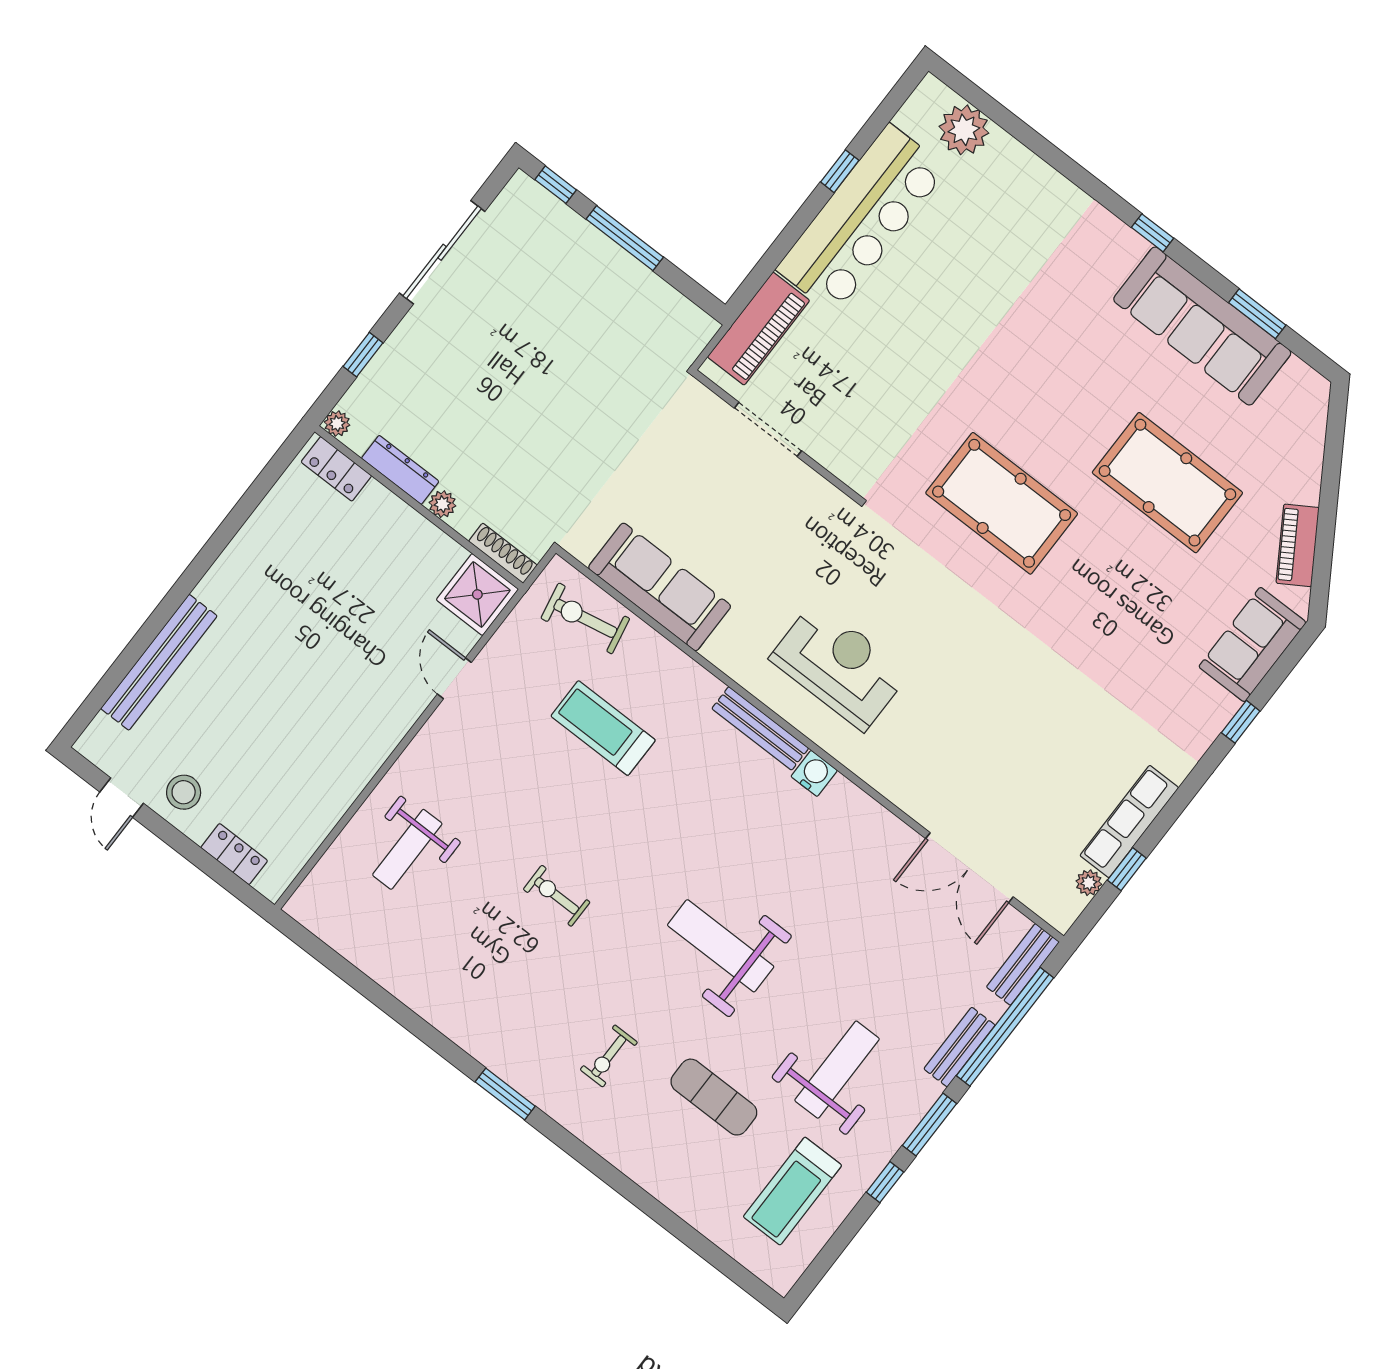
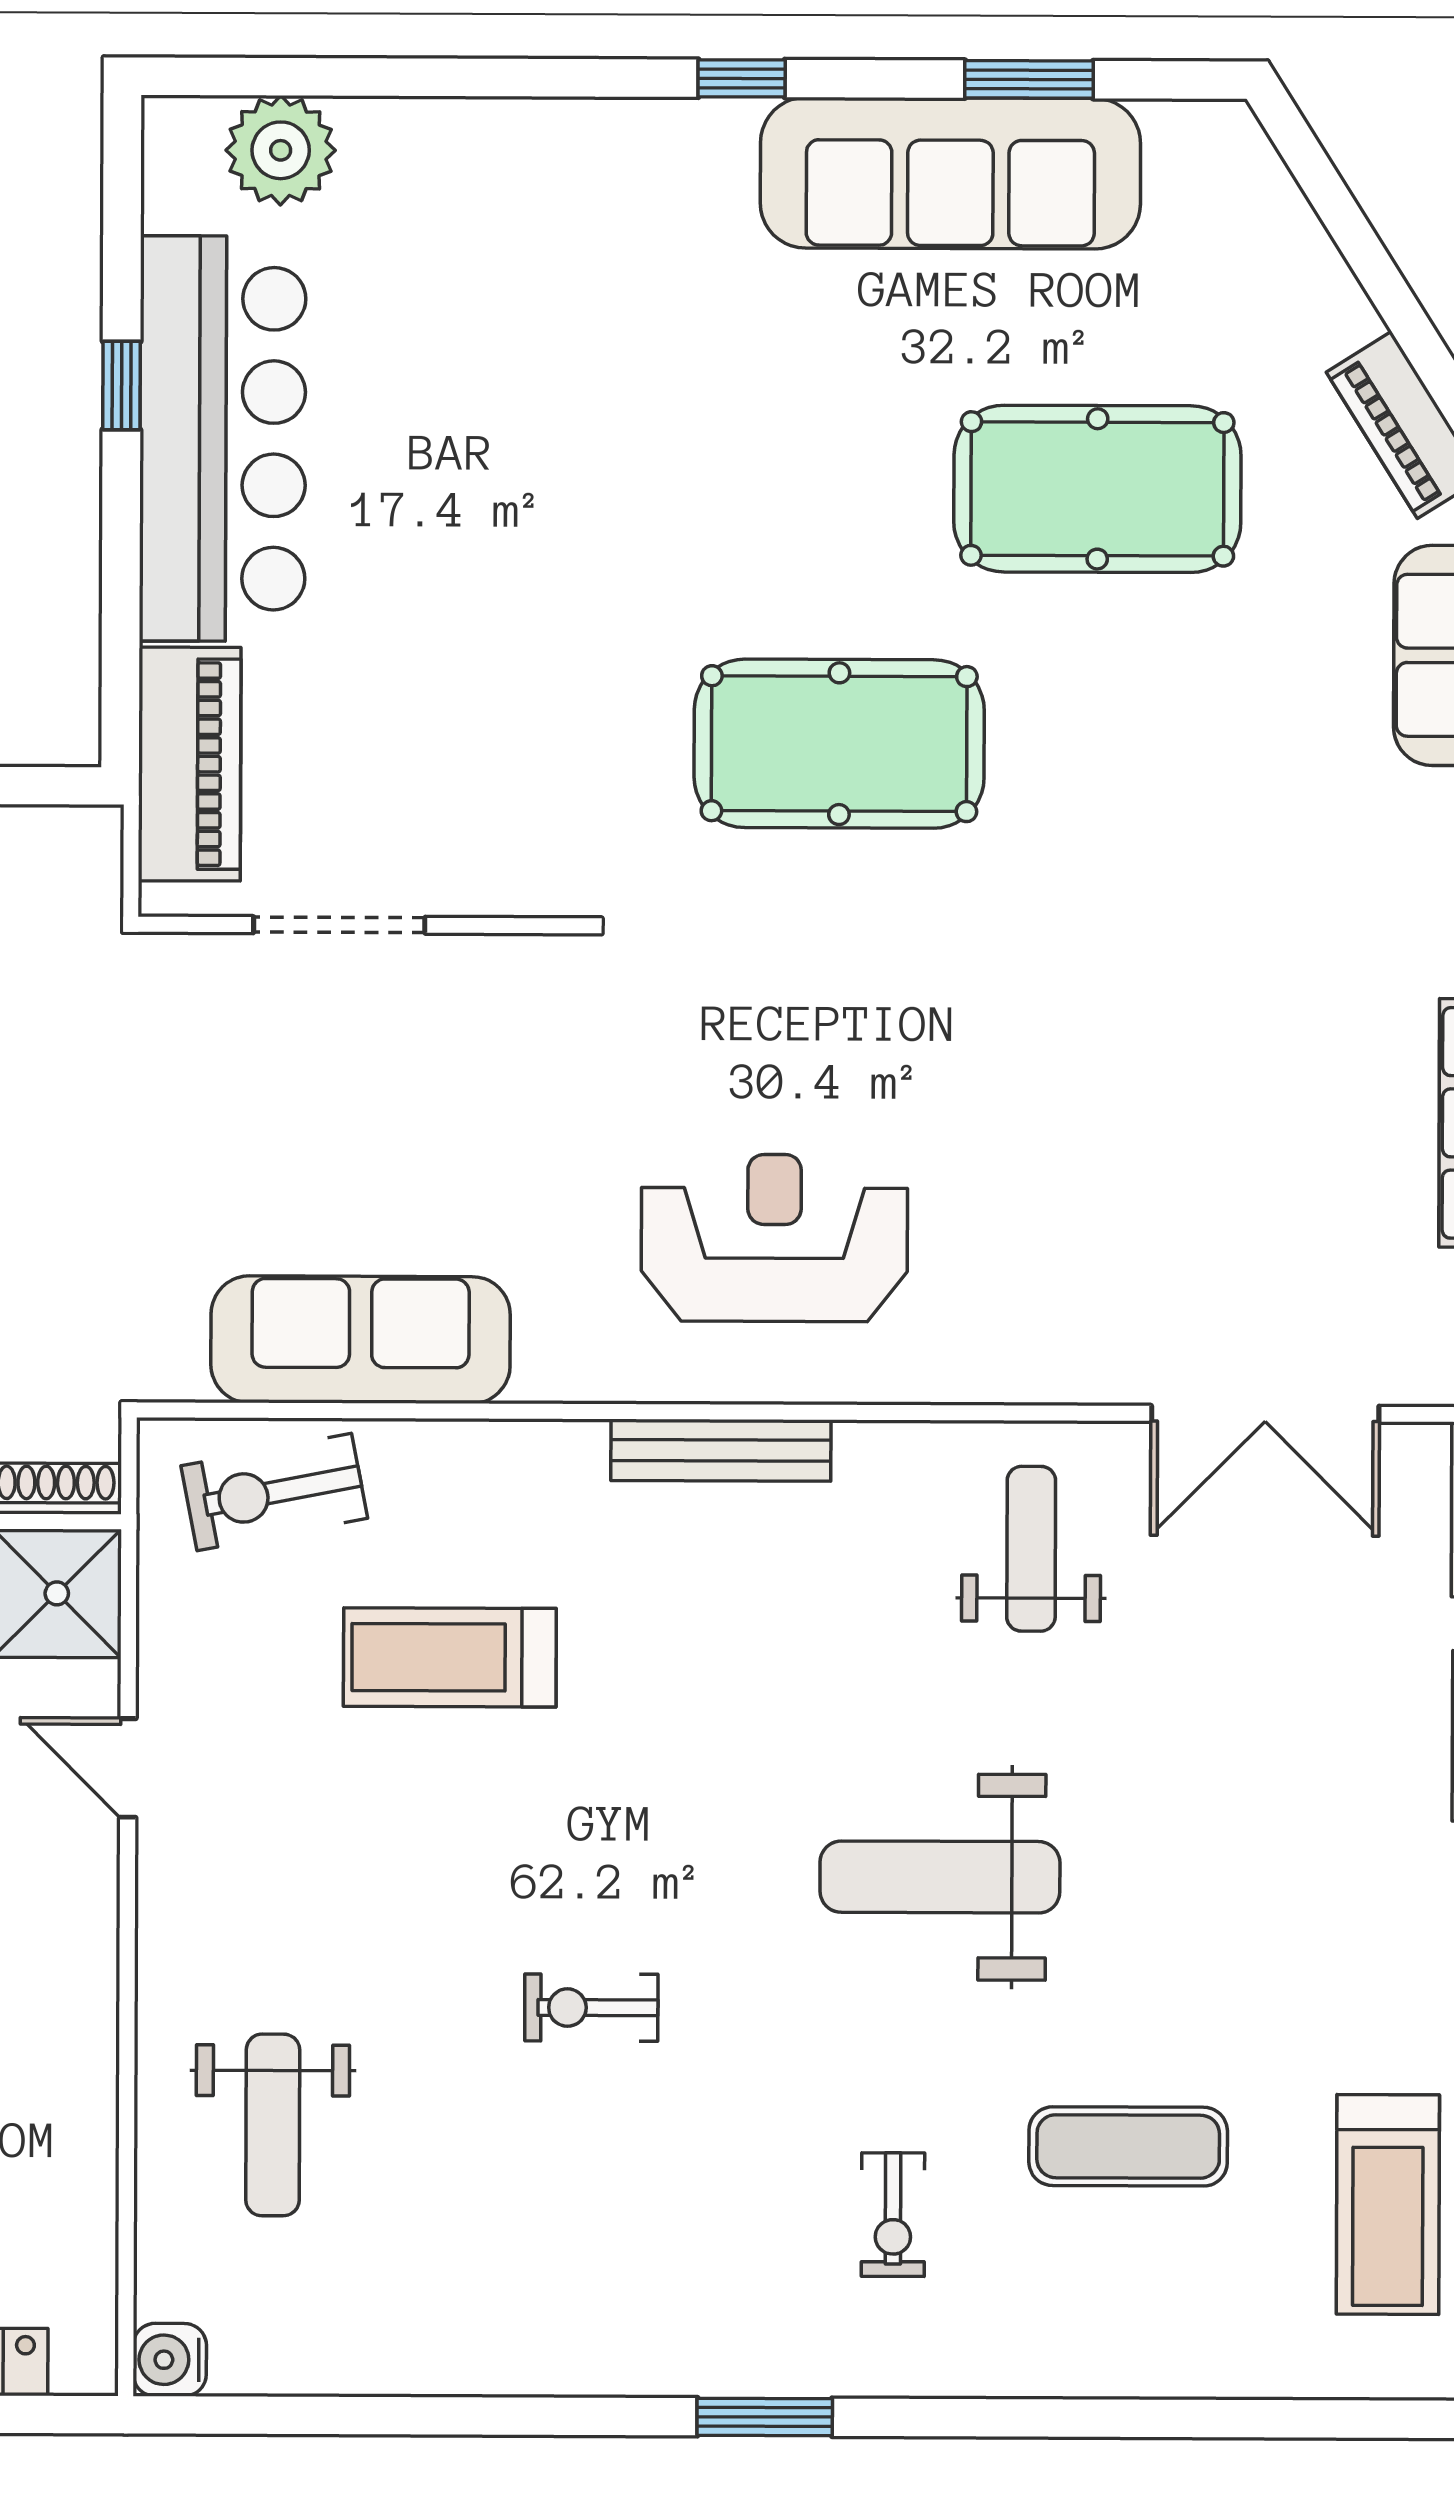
water cooler: (814, 773) -> (170, 2360), moved, turned -90
weight bench: (837, 1070) -> (1031, 1549), moved, width x0.73, depth x0.75

